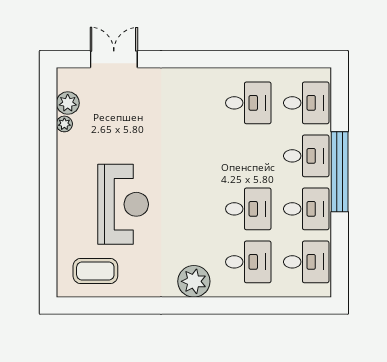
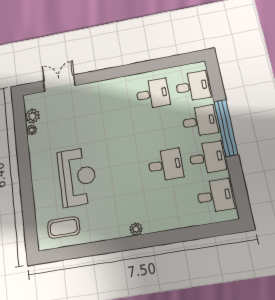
desk: (248, 262) -> (172, 203), removed
plant: (194, 281) -> (136, 229), width x0.53, depth x0.53

